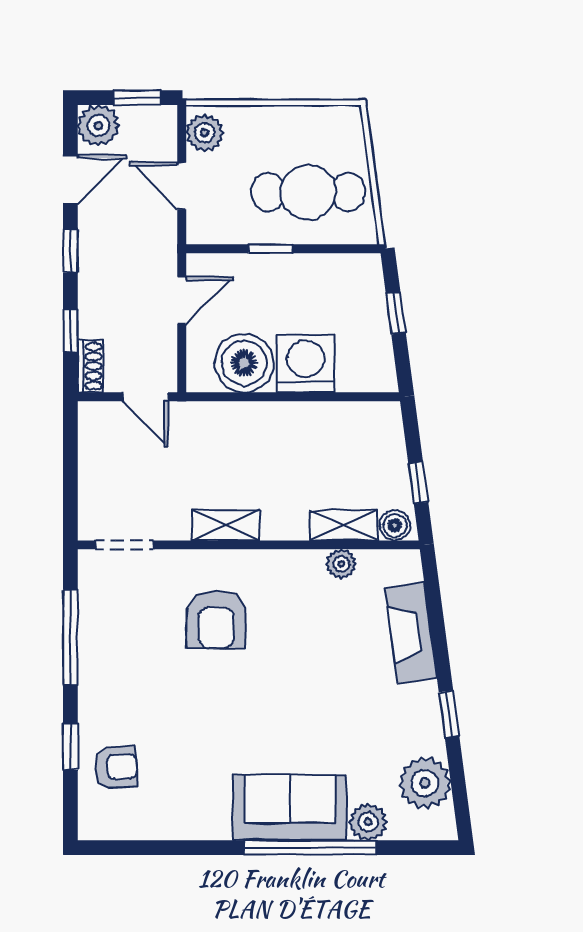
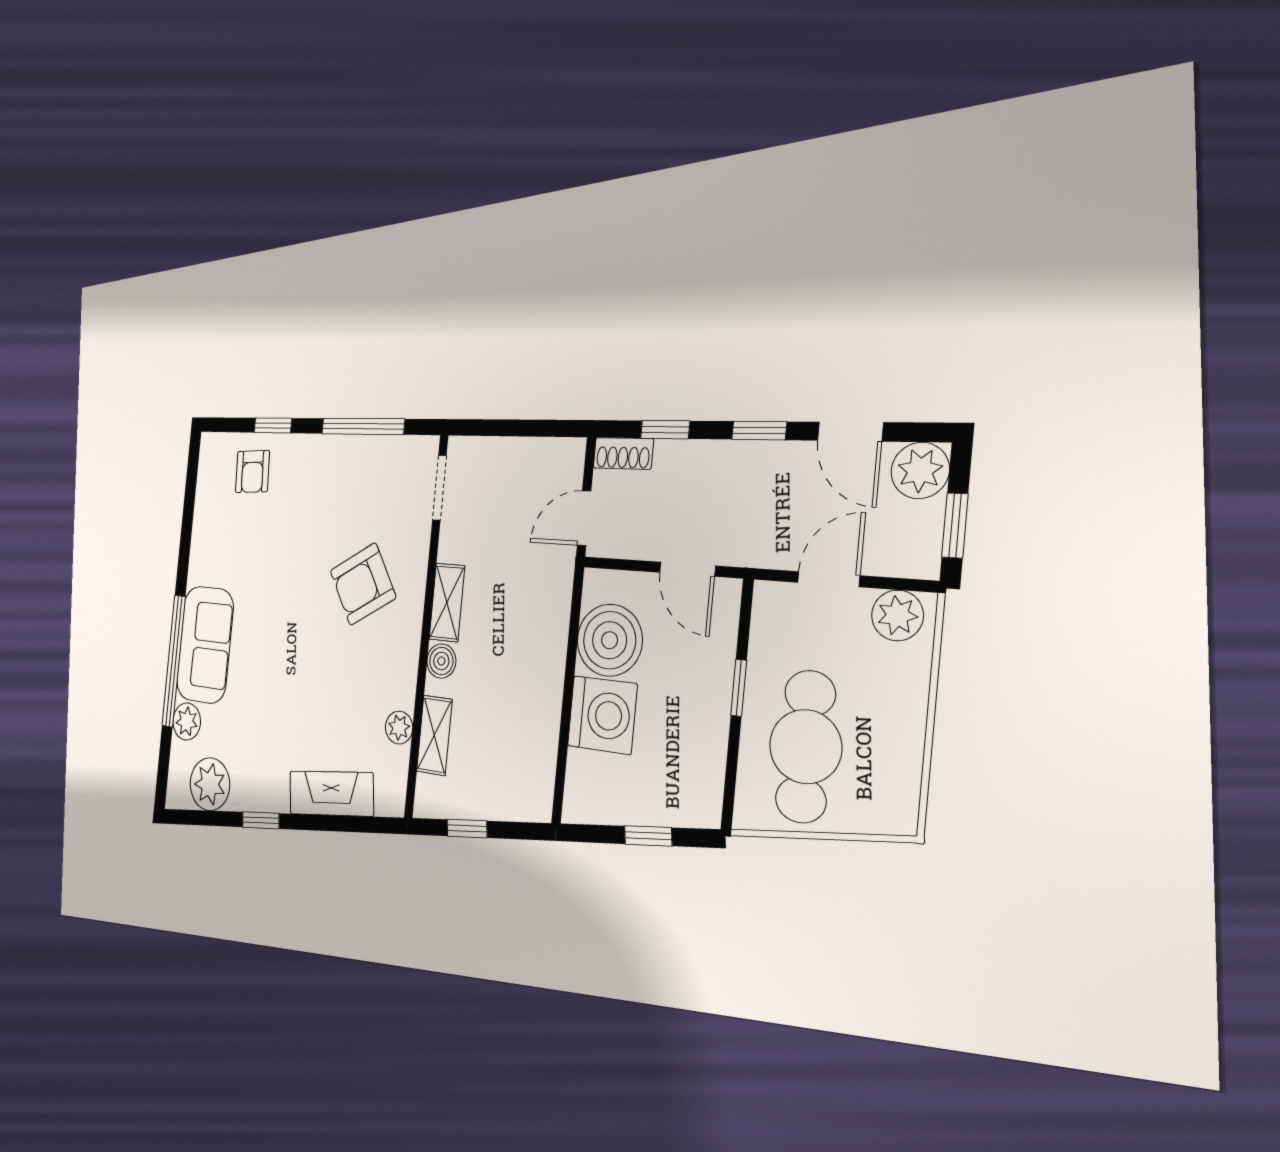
boiler: (395, 525) -> (441, 661), moved
armchair: (216, 620) -> (363, 584), turned -31

